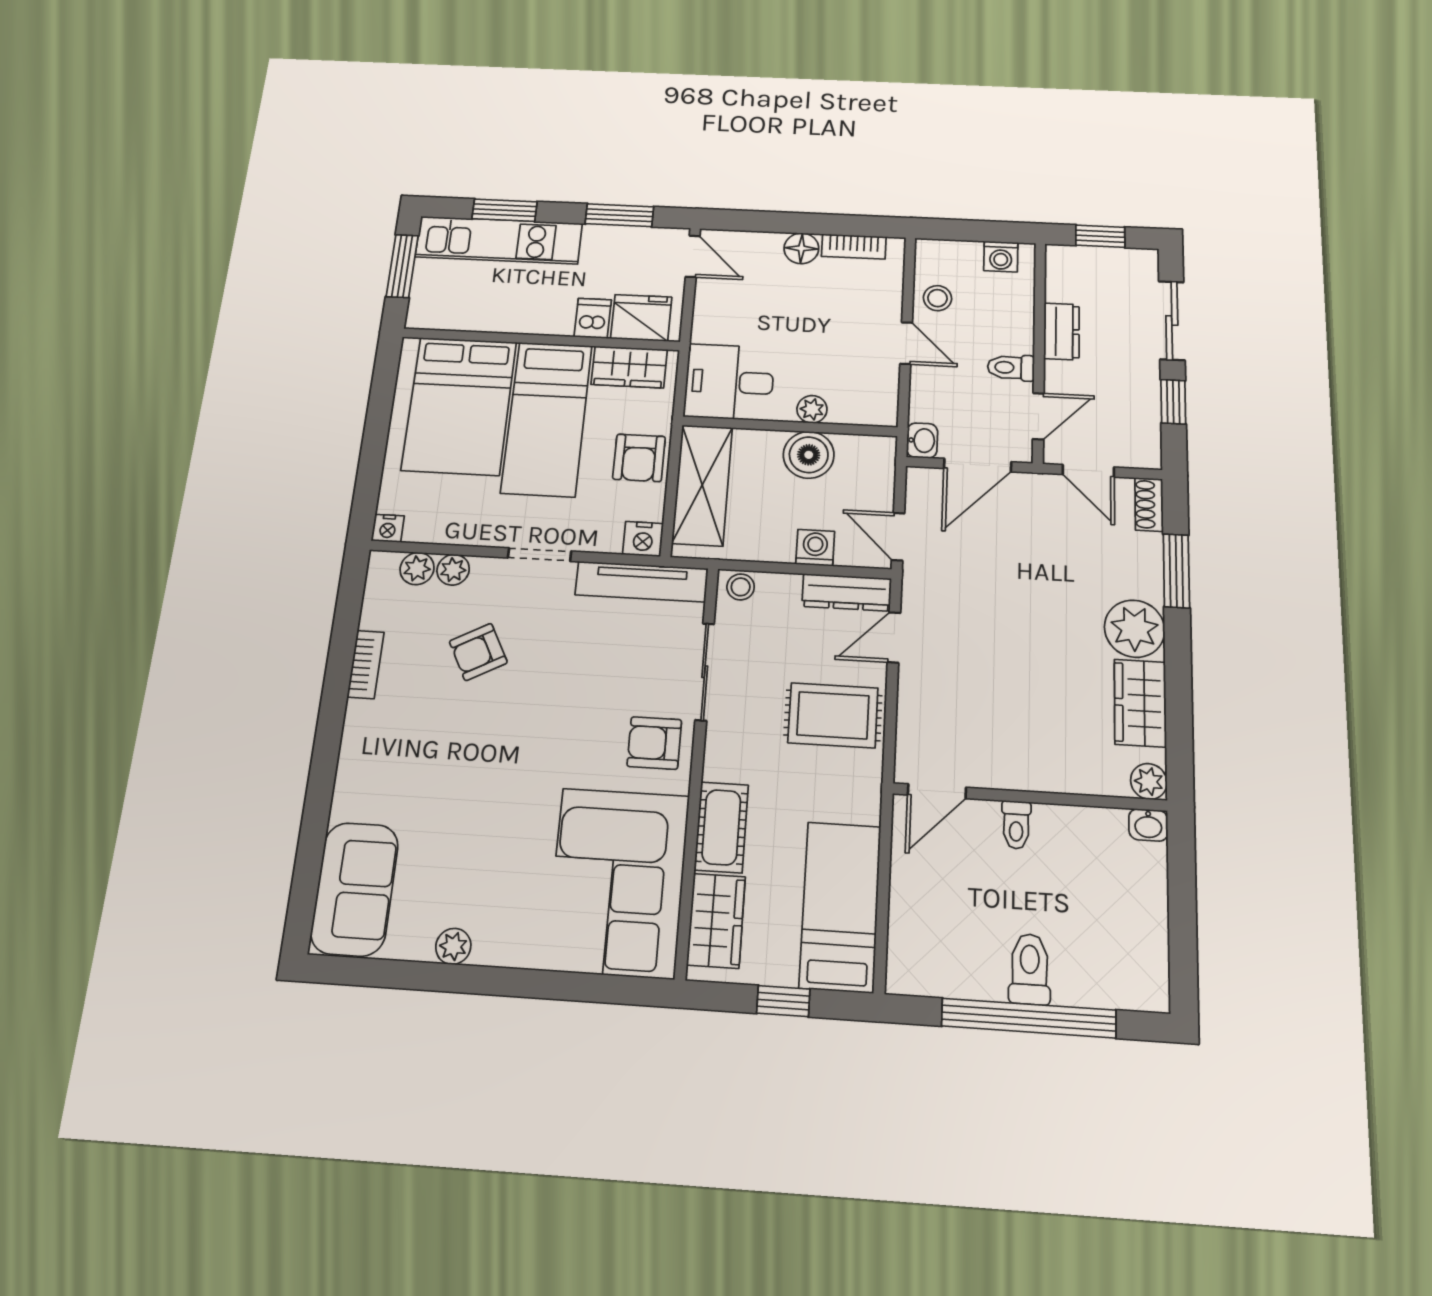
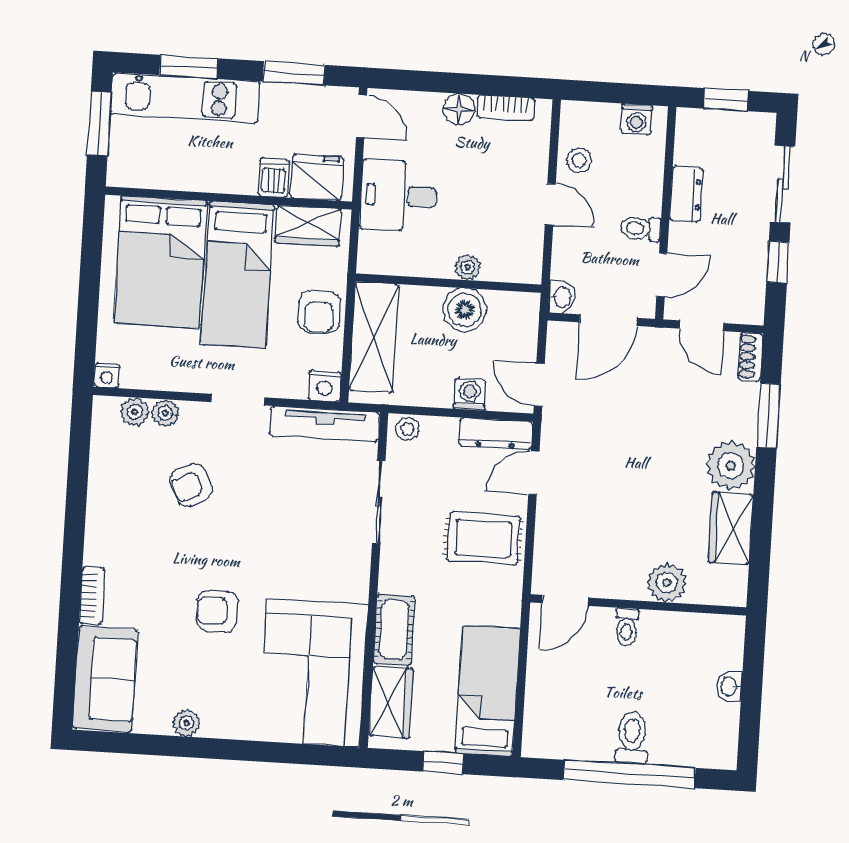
desk: (729, 382) -> (398, 196), moved
bookcase: (366, 665) -> (92, 596), moved
armchair: (654, 743) -> (217, 611), moved
plant: (1149, 781) -> (667, 583), moved, width x1.38, depth x1.38
washbasin: (1148, 825) -> (729, 686), moved, turned 90

